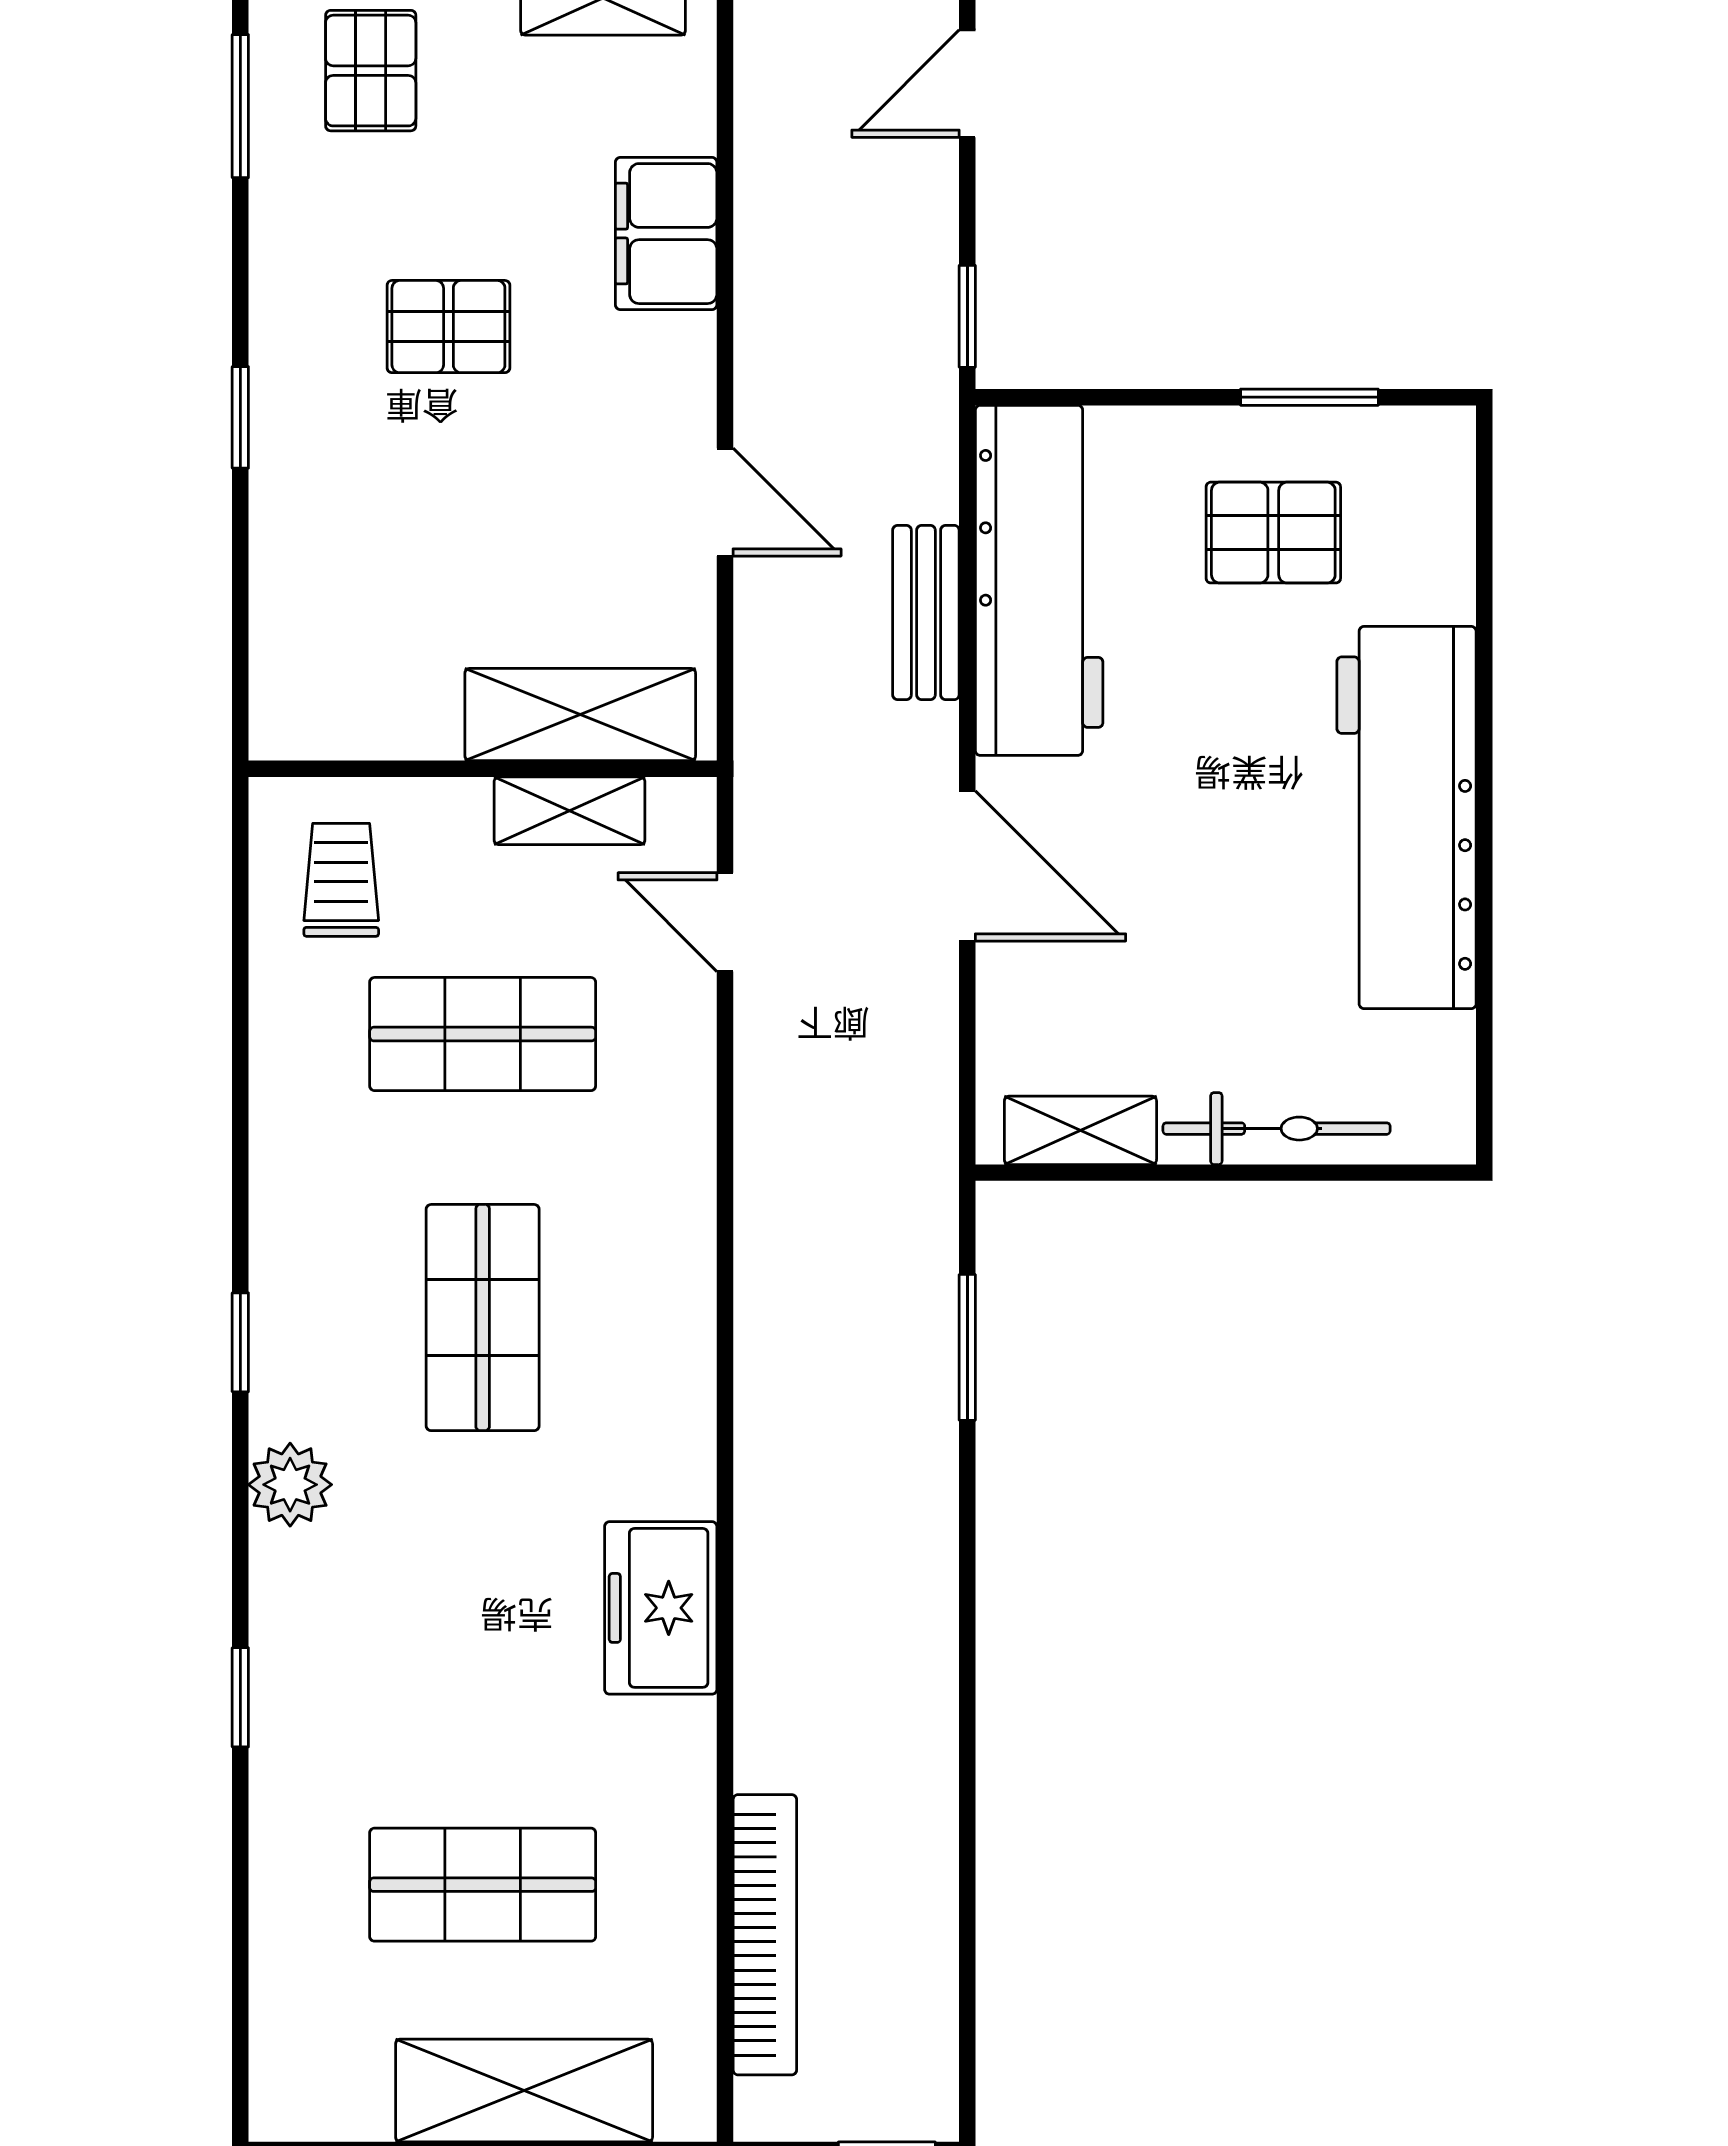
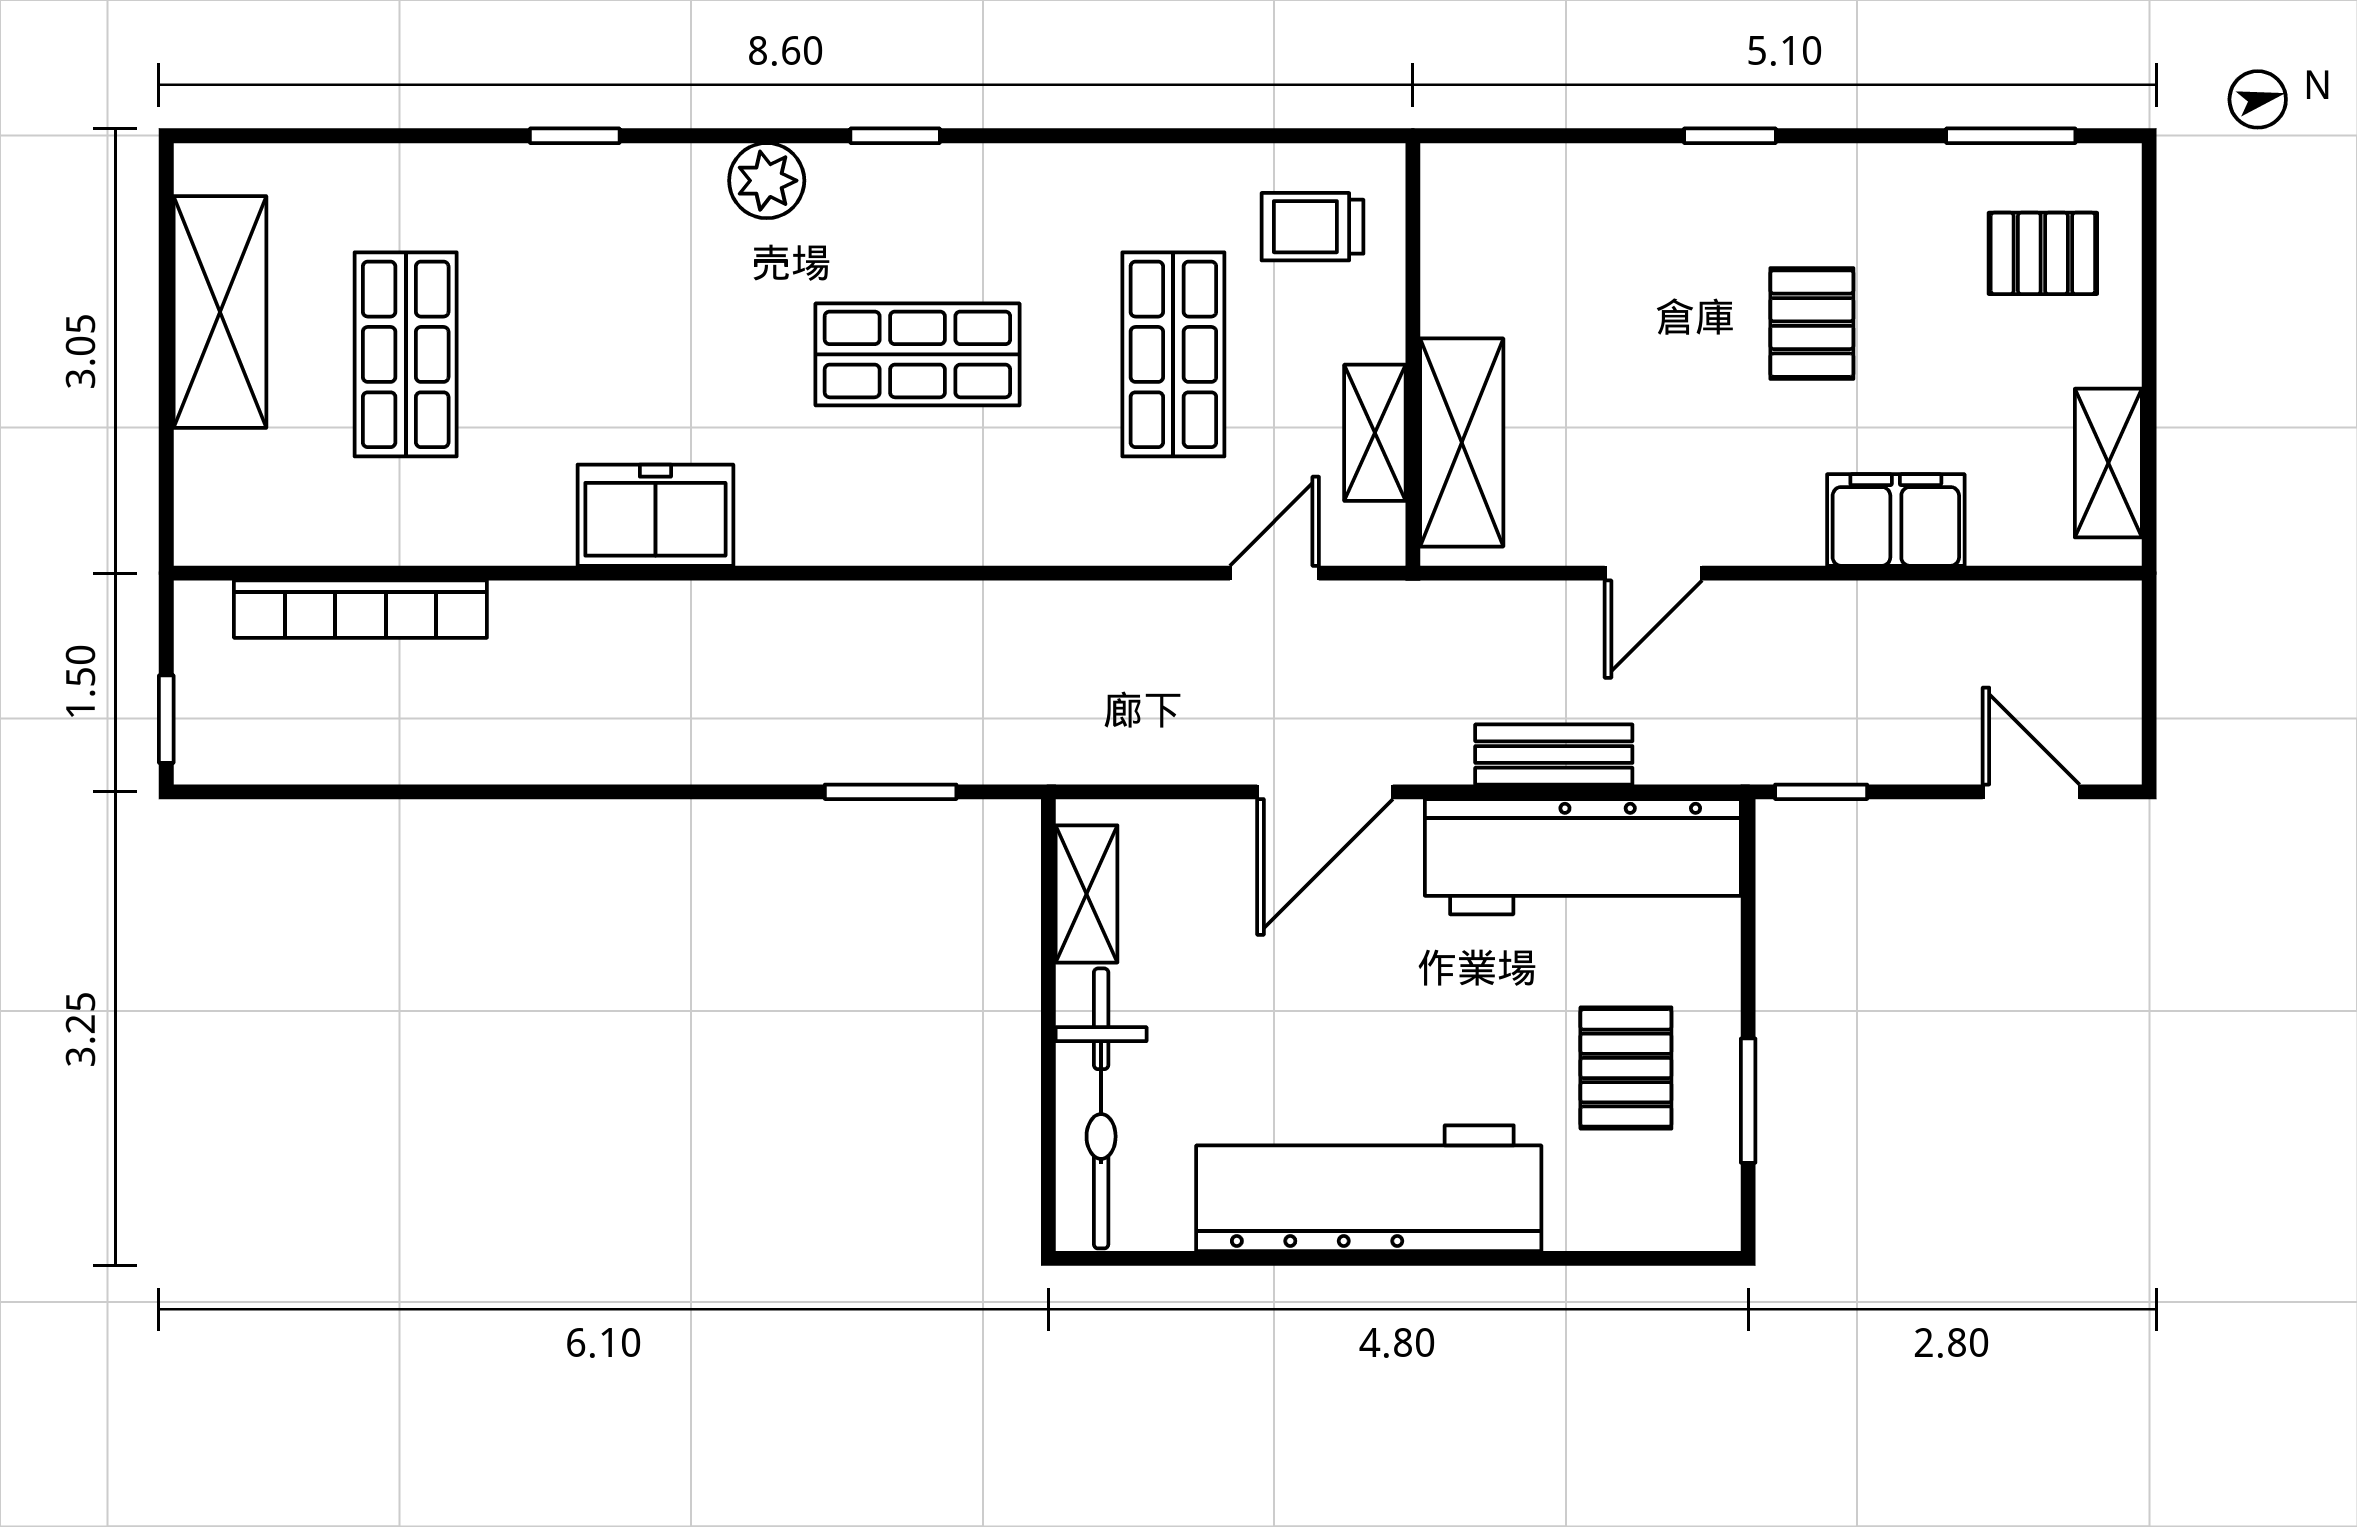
trolley: (341, 880) -> (1313, 227), turned 180
bicycle: (1277, 1129) -> (1101, 1108), width x1.37, depth x1.40
shelving: (524, 2090) -> (220, 312), moved

